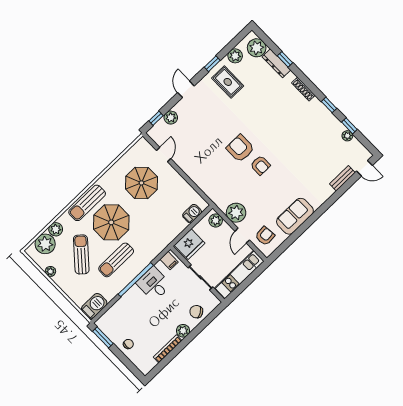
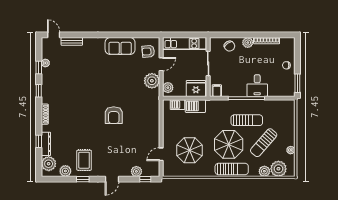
armchair: (260, 165) -> (112, 94), removed
desk: (154, 284) -> (257, 86), moved
barbecue: (94, 306) -> (195, 106), moved

